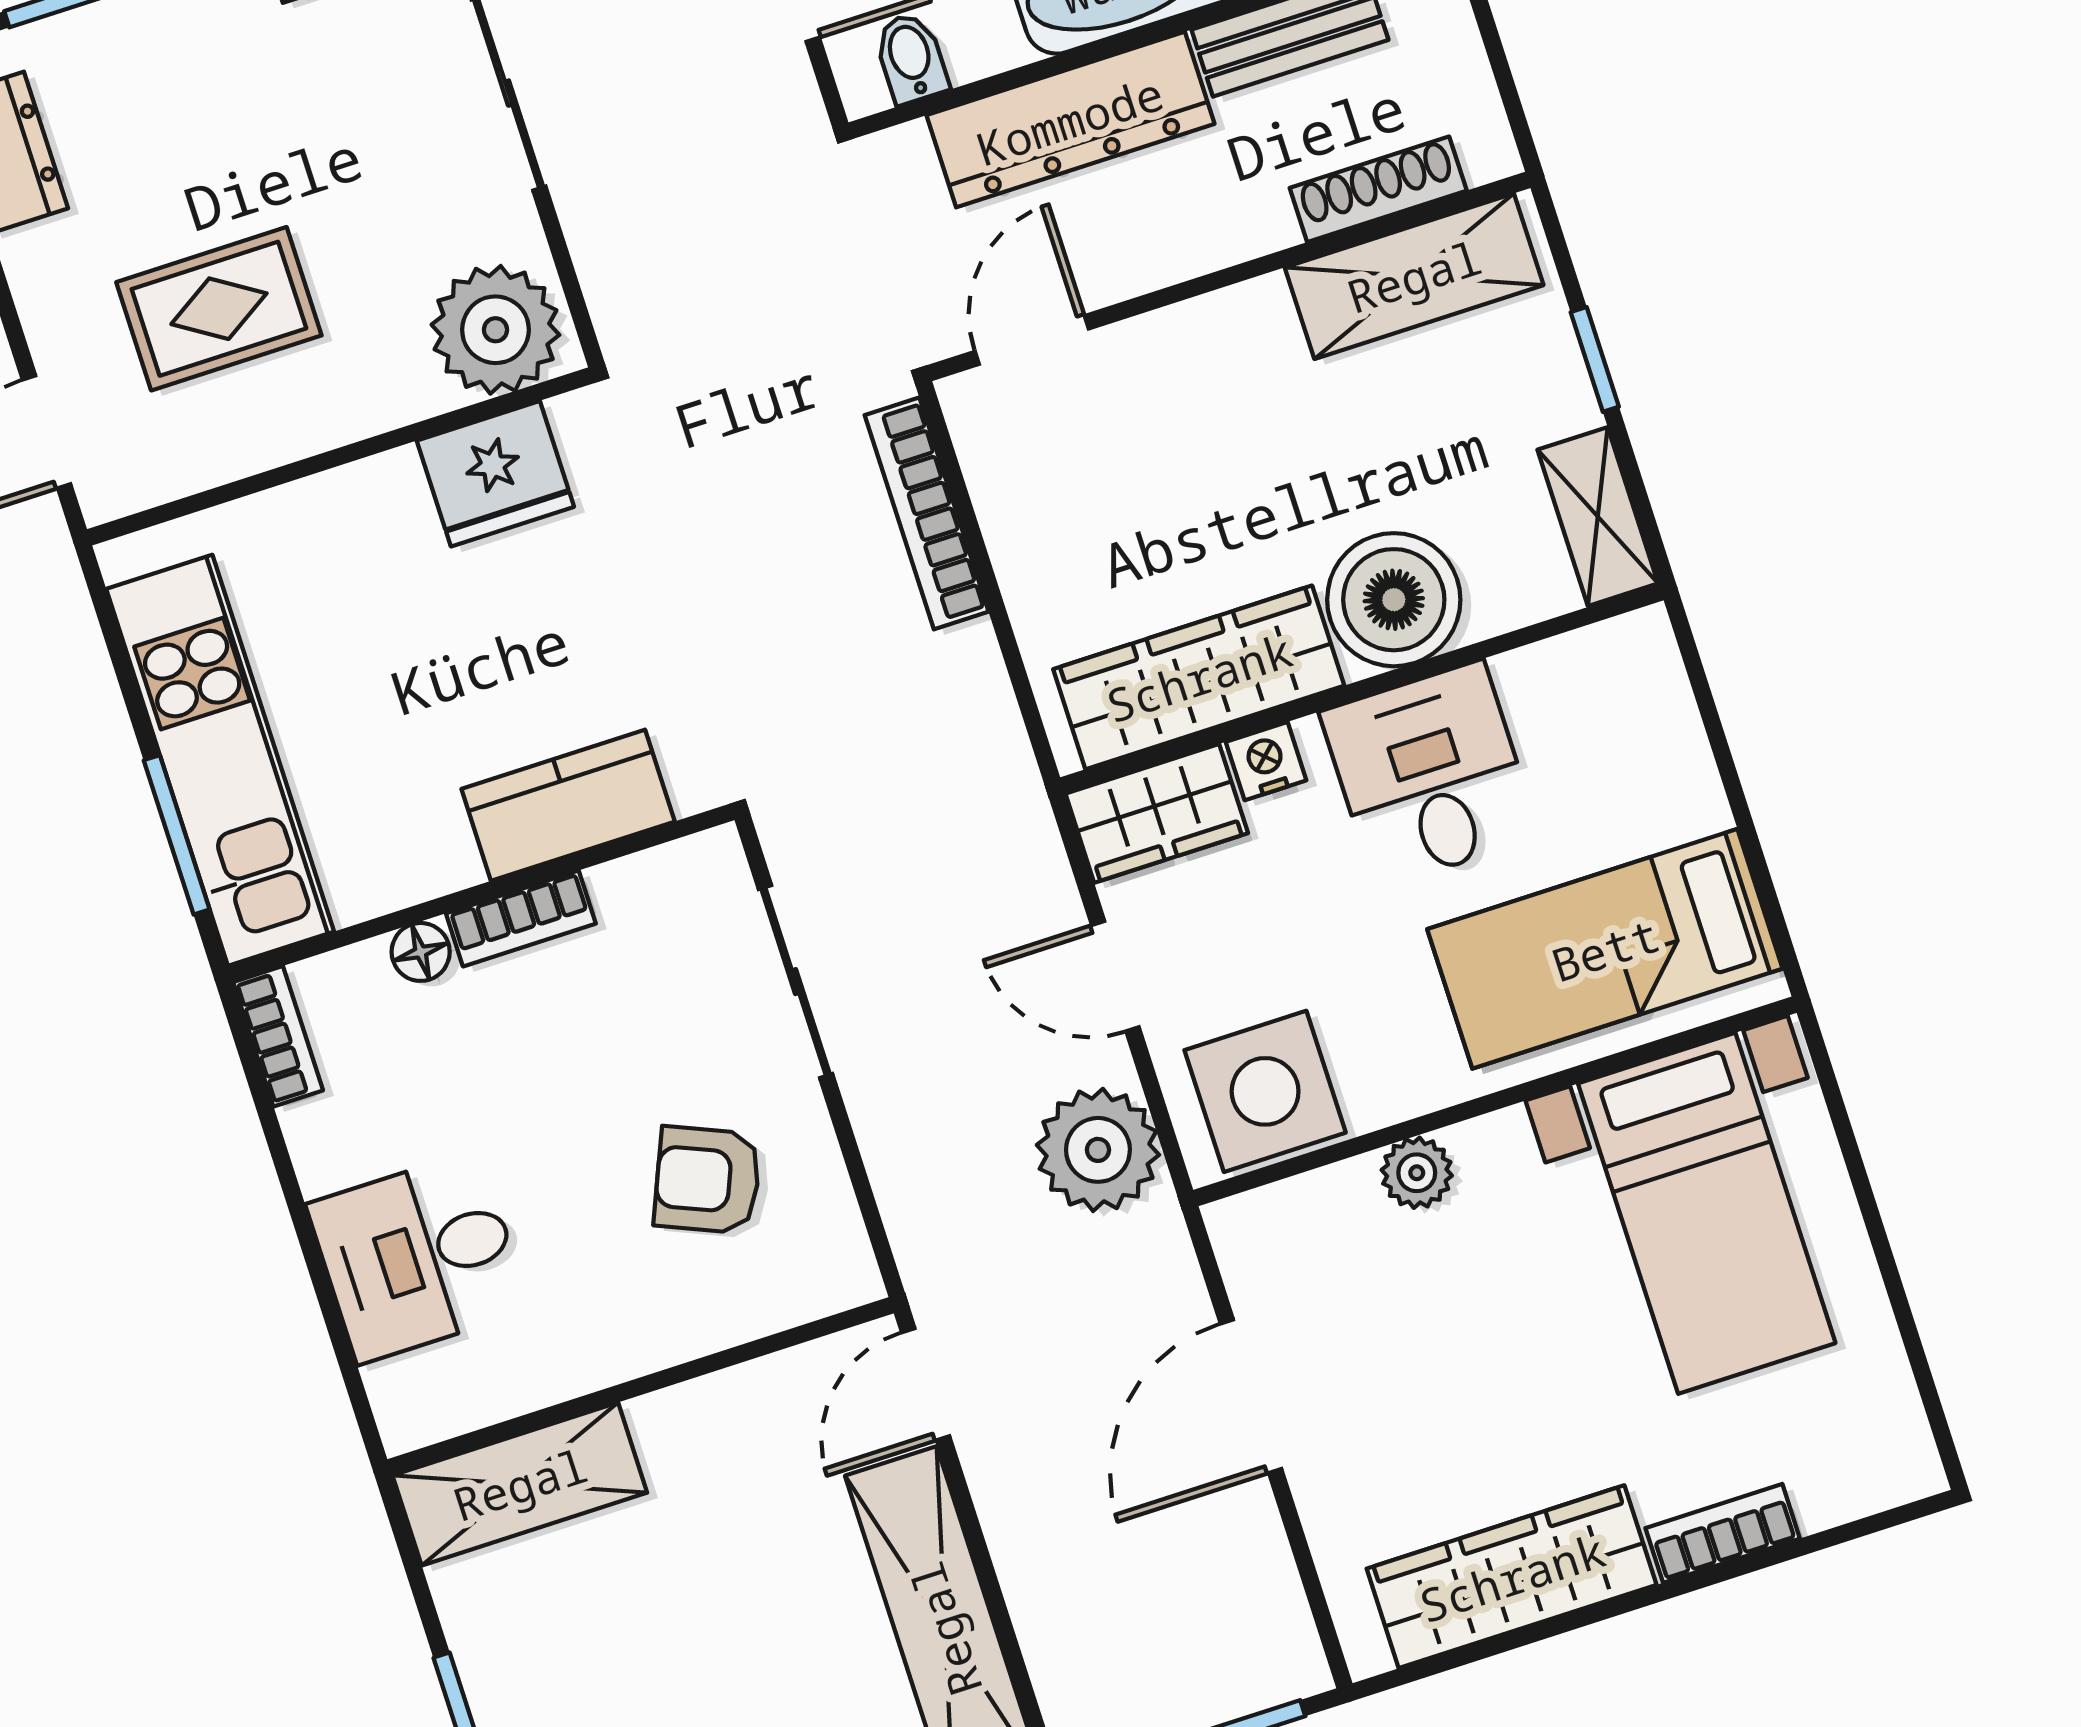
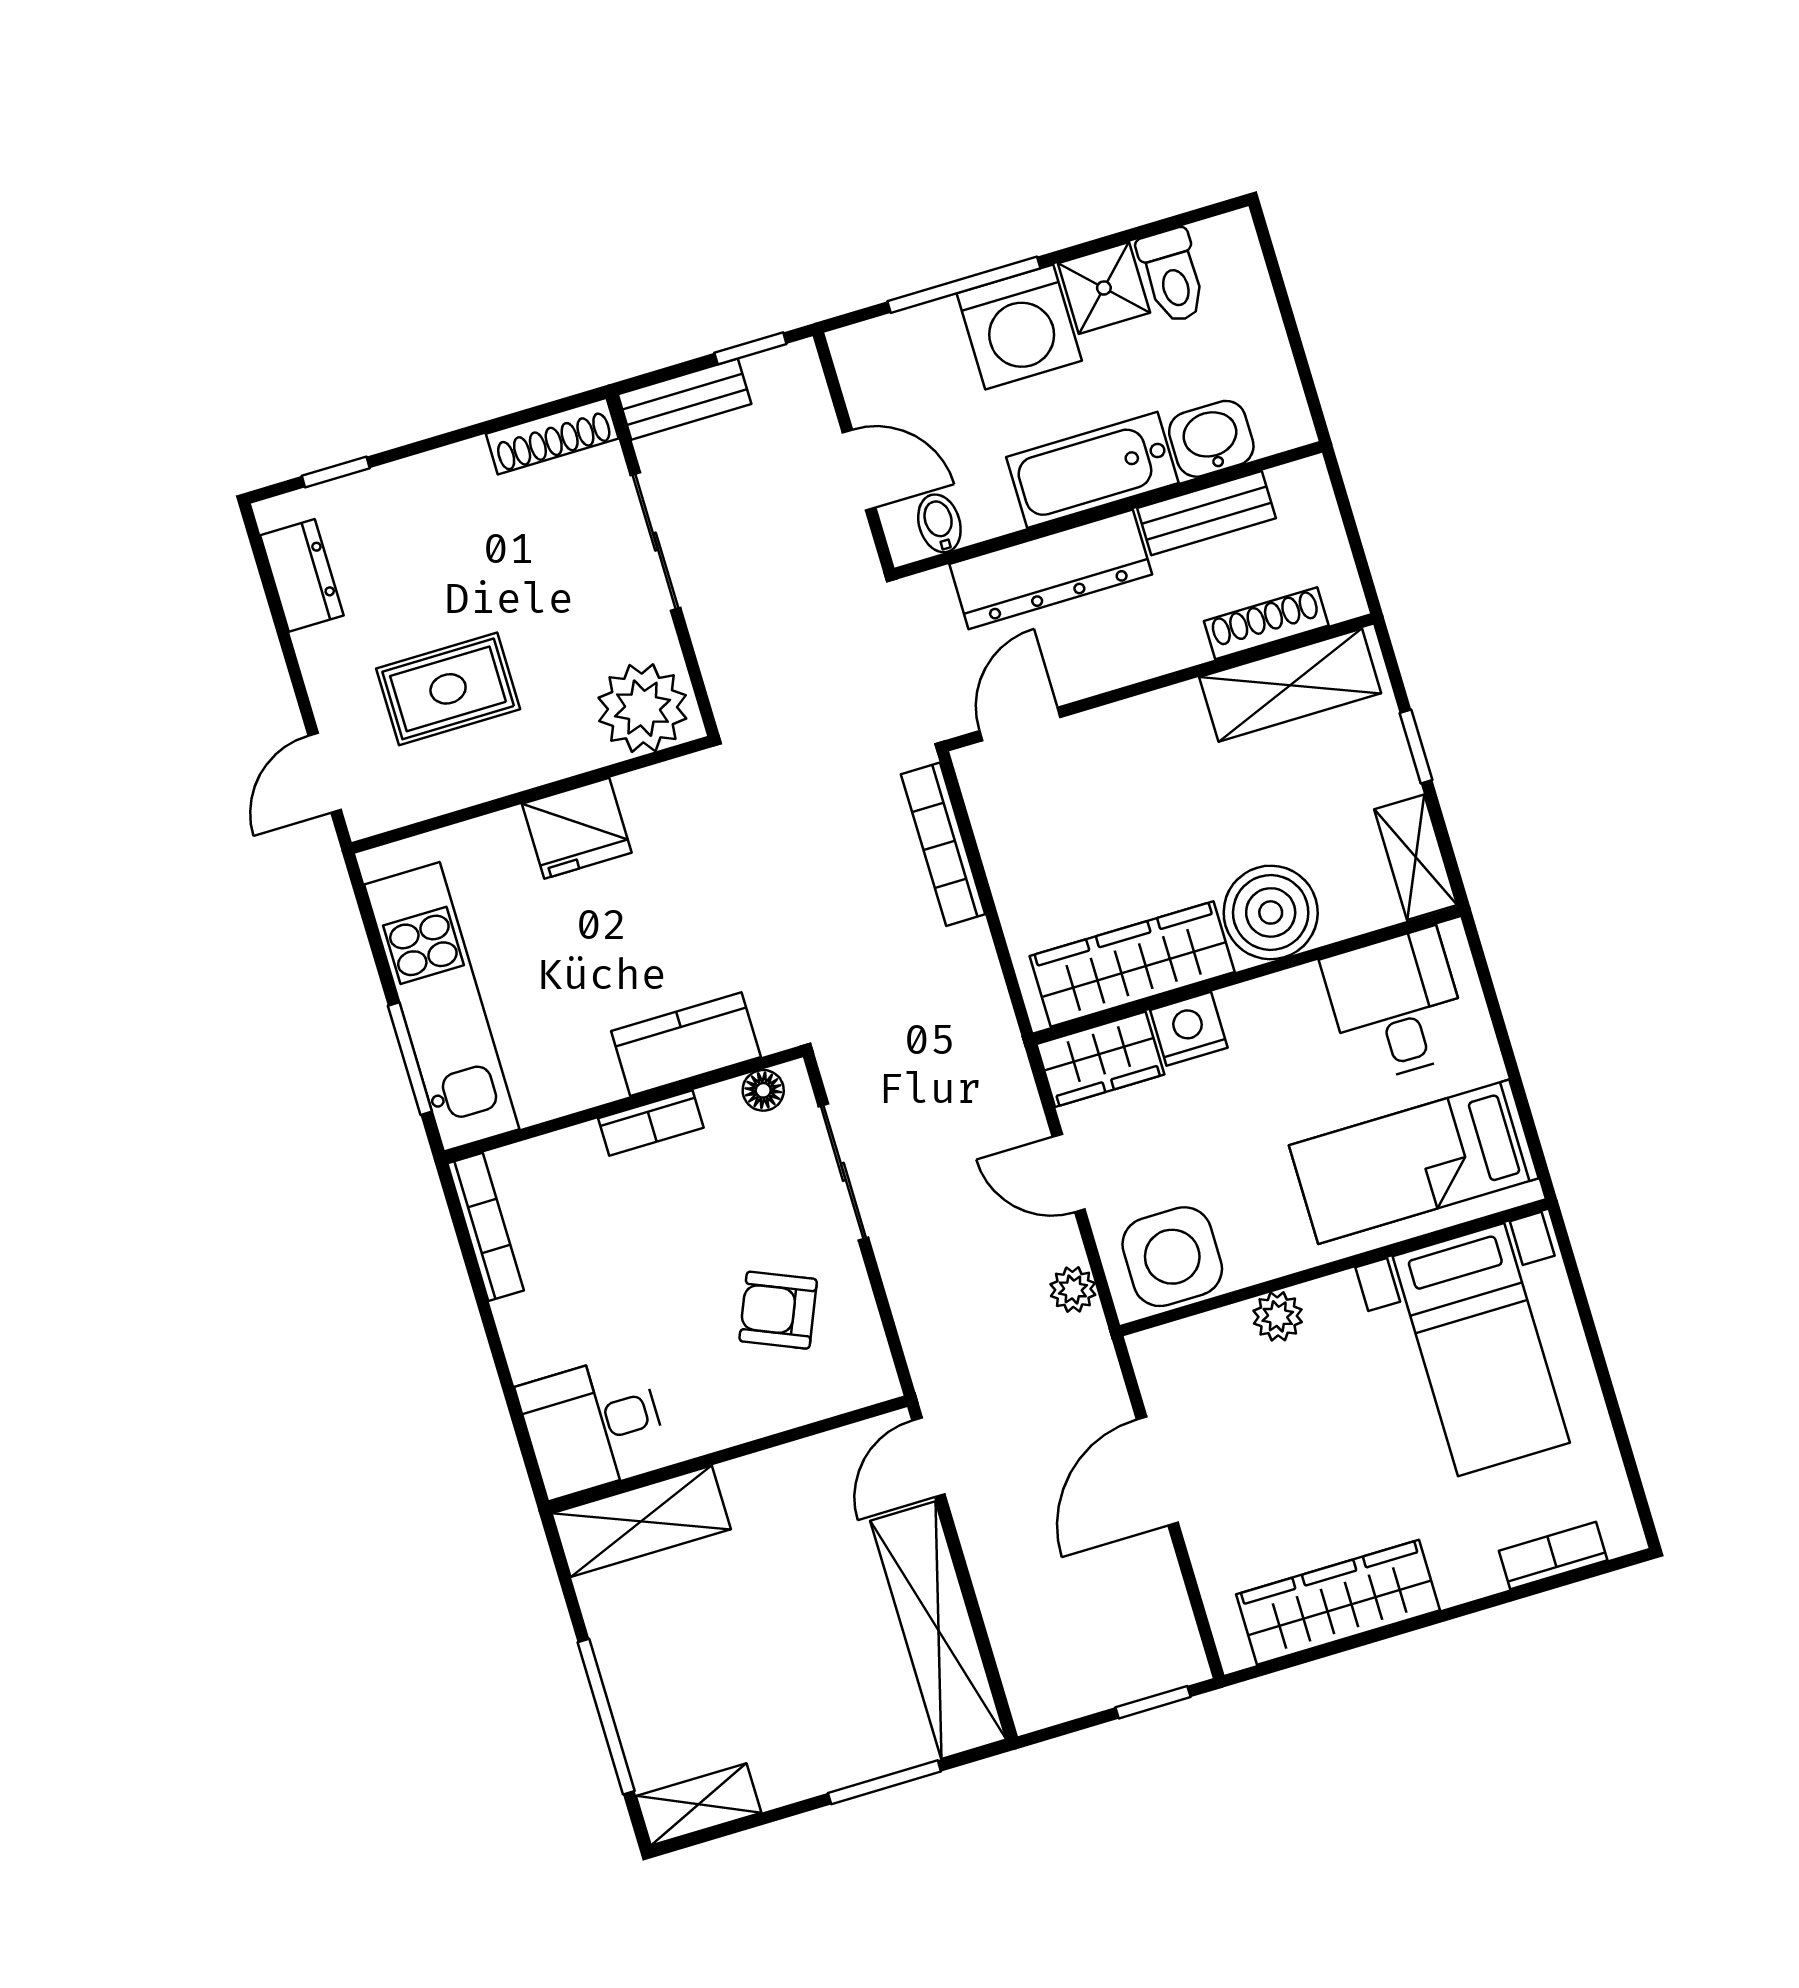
fridge: (495, 474) -> (577, 828), moved
nightstand: (1266, 761) -> (1189, 1029), width x1.39, depth x1.35
desk: (1430, 775) -> (1396, 1006), moved
floor lamp: (421, 952) -> (763, 1090), moved
bookcase: (278, 1036) -> (486, 1227), width x1.56
plant: (1098, 1150) -> (1073, 1289), width x0.53, depth x0.53
desk: (418, 1257) -> (593, 1426), moved
bookcase: (1723, 1533) -> (1553, 1556), moved

